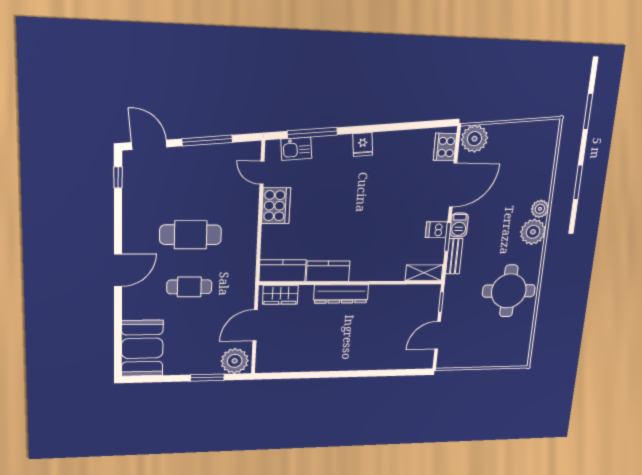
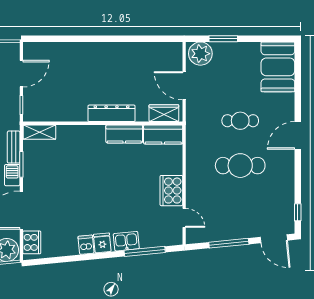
kitchen sink: (296, 149) -> (126, 241), moved
dishwasher: (436, 230) -> (86, 245), moved, turned -96
door: (255, 325) -> (184, 86), swing flipped

